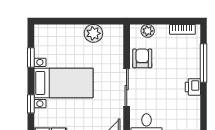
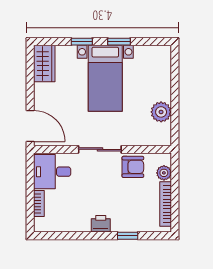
bookcase: (182, 29) -> (166, 204), width x1.56
window: (31, 57) -> (119, 42), moved
window: (204, 63) -> (128, 236), width x0.46

